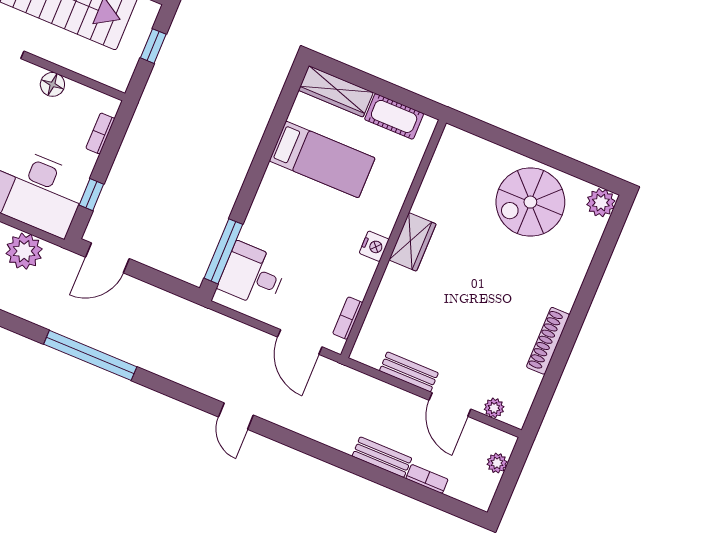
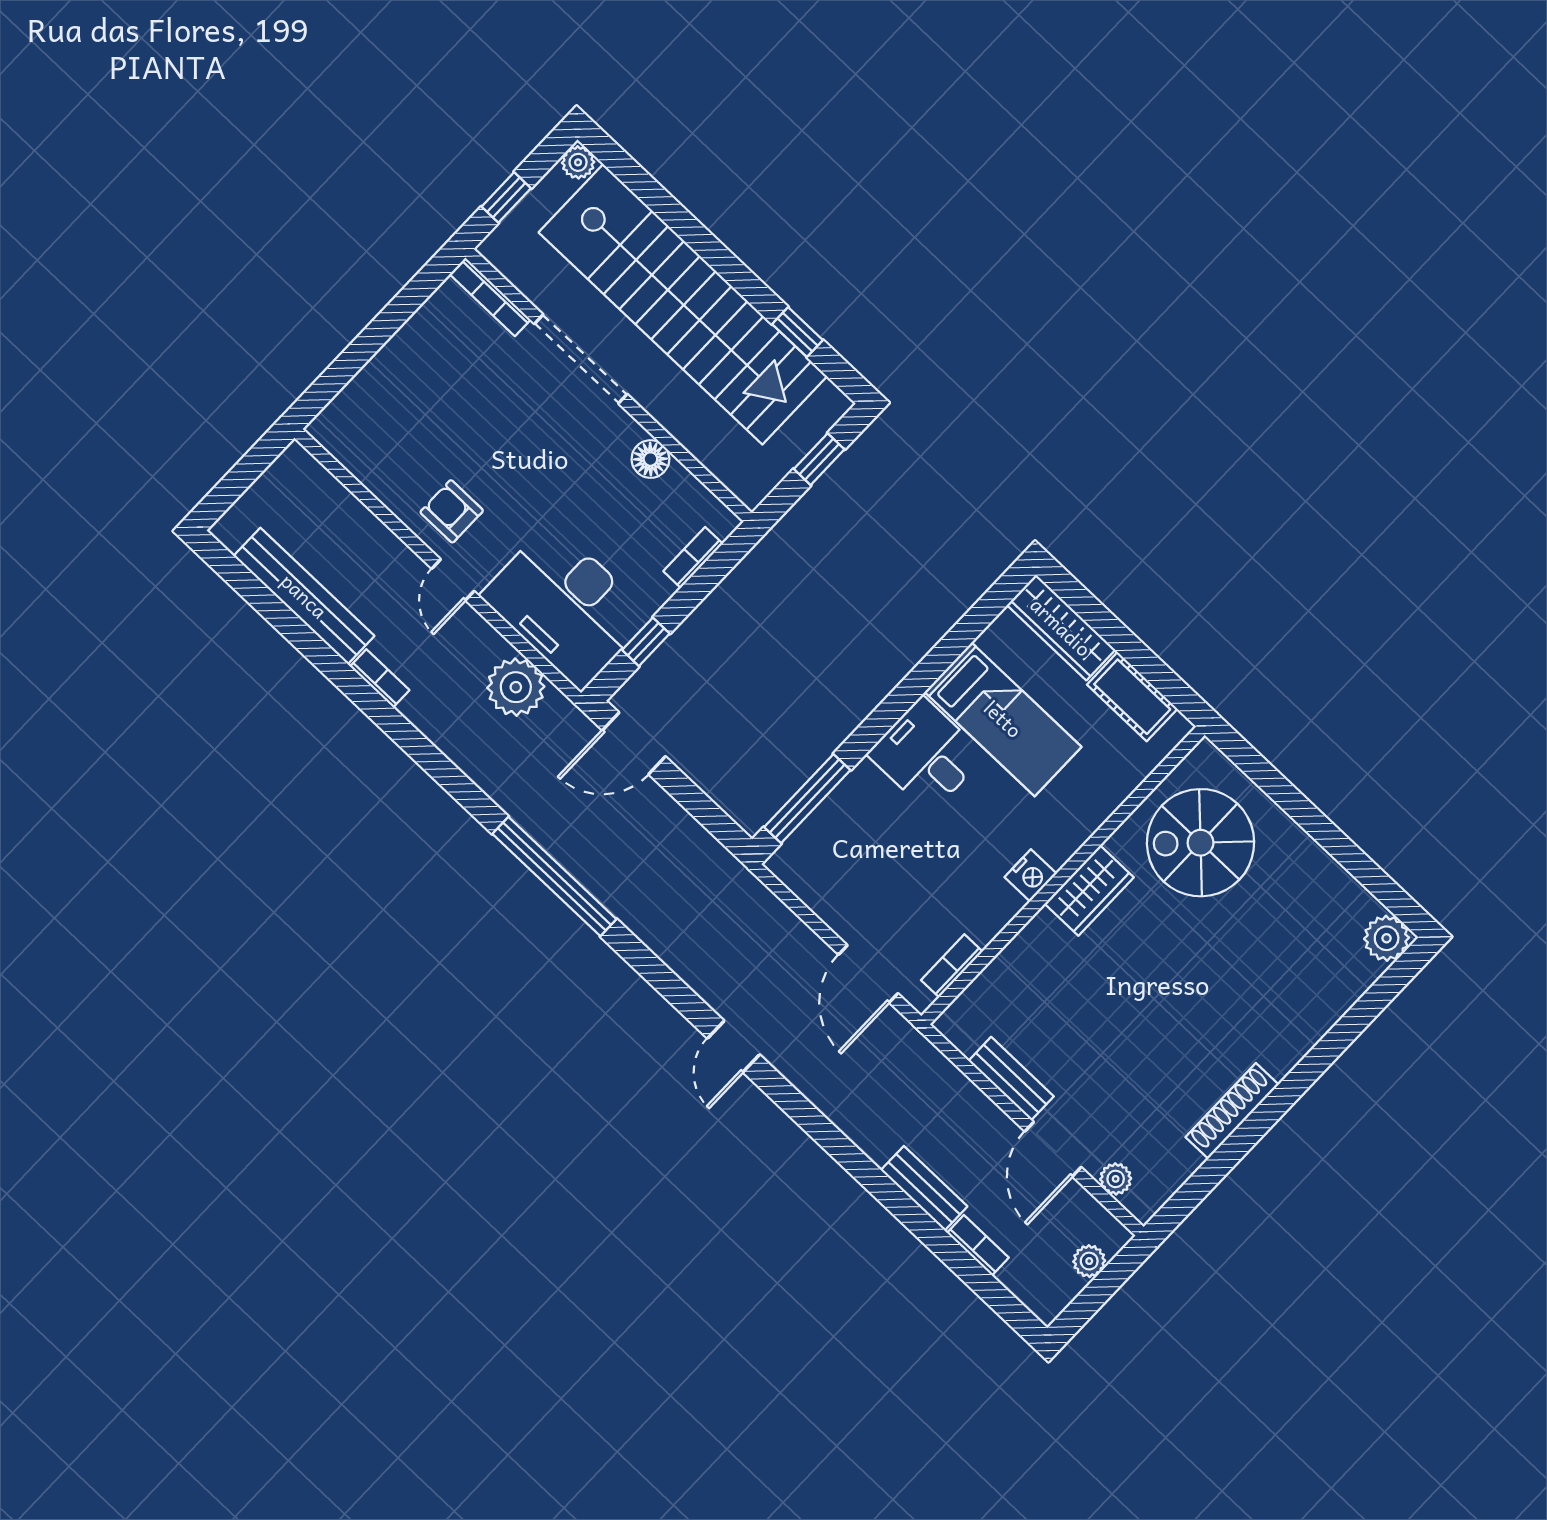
spiral stairs: (530, 202) -> (1201, 843), moved
desk: (252, 275) -> (926, 755), moved

